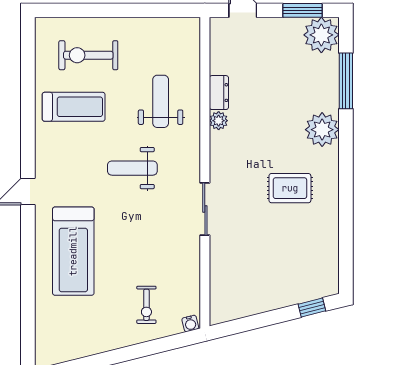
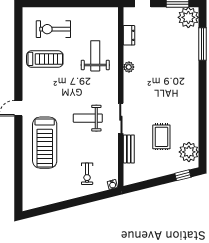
dresser: (219, 93) -> (129, 35), moved
plant: (322, 130) -> (189, 152), moved
weight bench: (132, 168) -> (88, 118), moved
rug: (290, 188) -> (161, 137), moved, turned 90
bench: (219, 262) -> (129, 149), added

